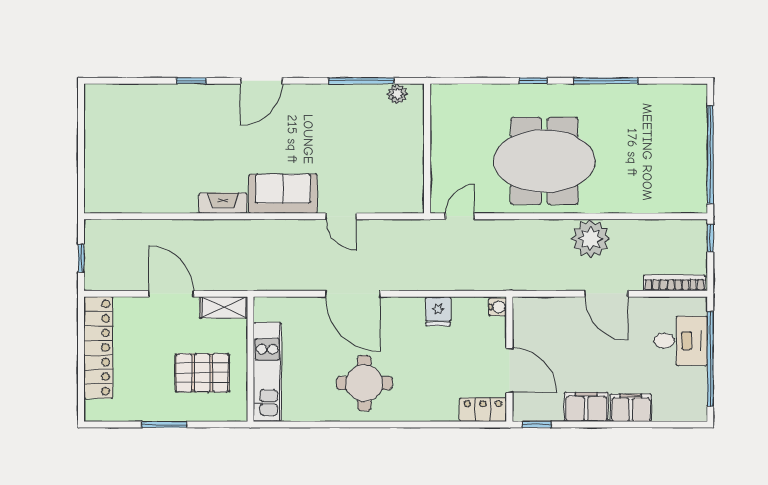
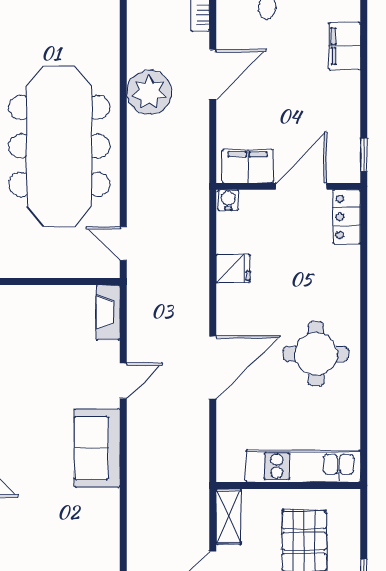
meeting table: (544, 161) -> (59, 146), width x1.36
fireplace: (223, 203) -> (108, 312), moved
filing cabinet: (586, 407) -> (248, 166), moved, turned 90

